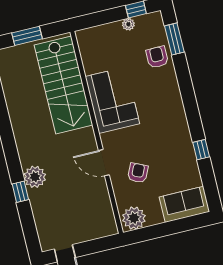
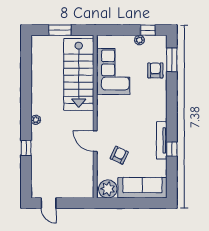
corner sofa: (112, 100) -> (113, 71), moved
tv unit: (186, 142) -> (162, 140), added
plant: (35, 177) -> (36, 120), moved, width x0.53, depth x0.53
sofa: (184, 204) -> (142, 188), width x1.36

